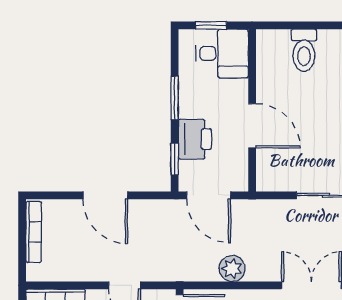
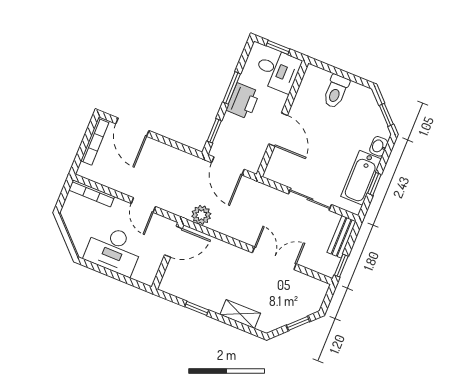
printer: (195, 139) -> (243, 101), moved
door: (105, 195) -> (132, 127), moved
plant: (232, 269) -> (201, 215), moved

